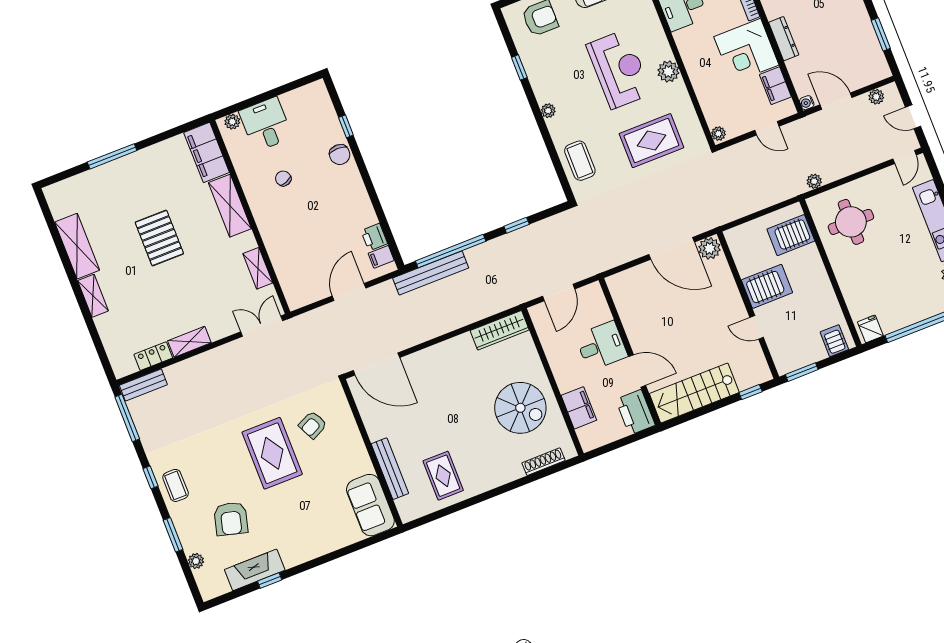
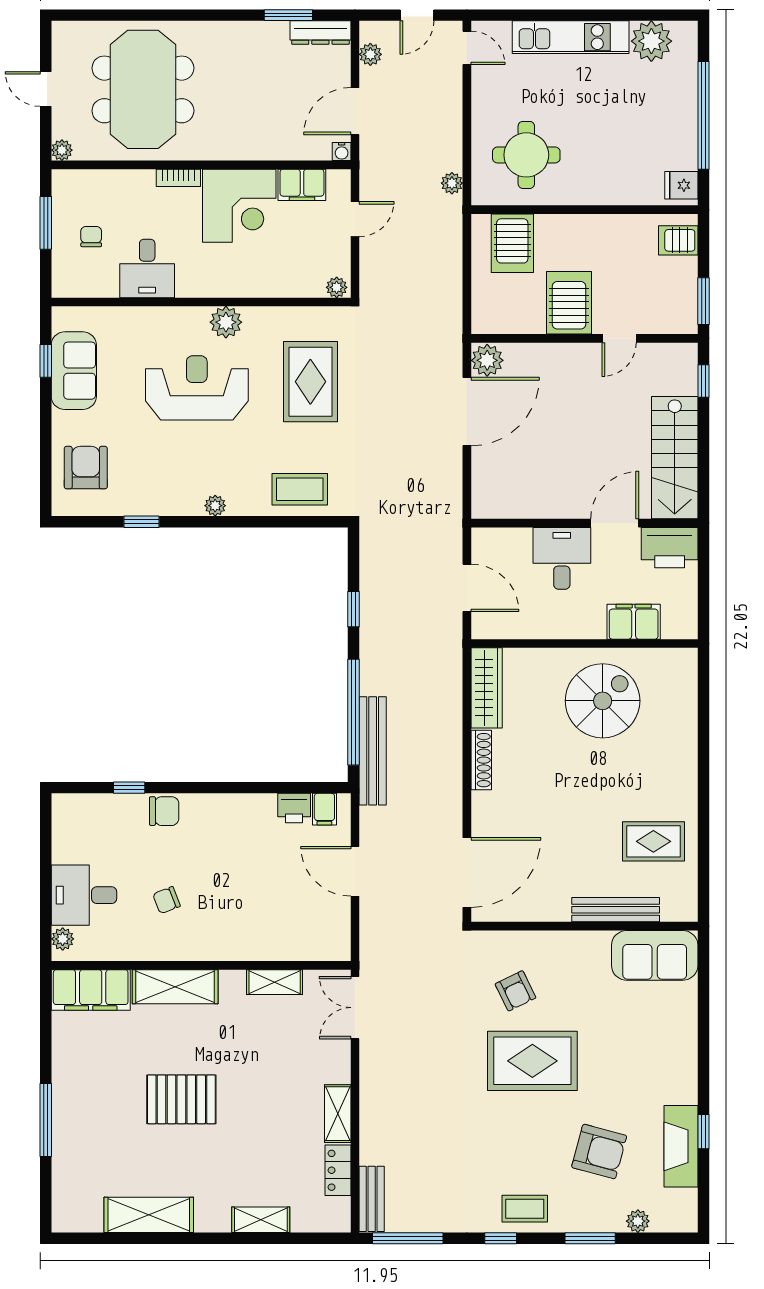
dresser: (784, 39) -> (320, 33), moved, turned 180
shelving: (93, 296) -> (261, 1220), moved
shoe rack: (543, 462) -> (481, 760), moved, turned 180

